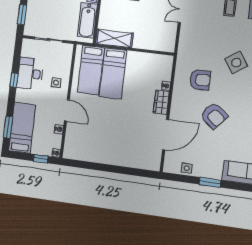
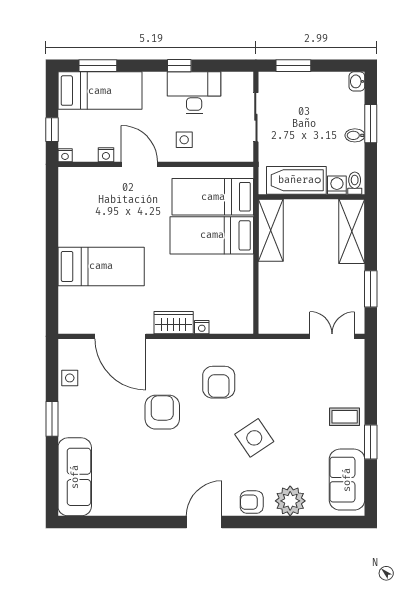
door: (67, 110) -> (139, 164), swing flipped
armchair: (214, 116) -> (162, 412), turned 139
bed: (123, 141) -> (101, 266), added

